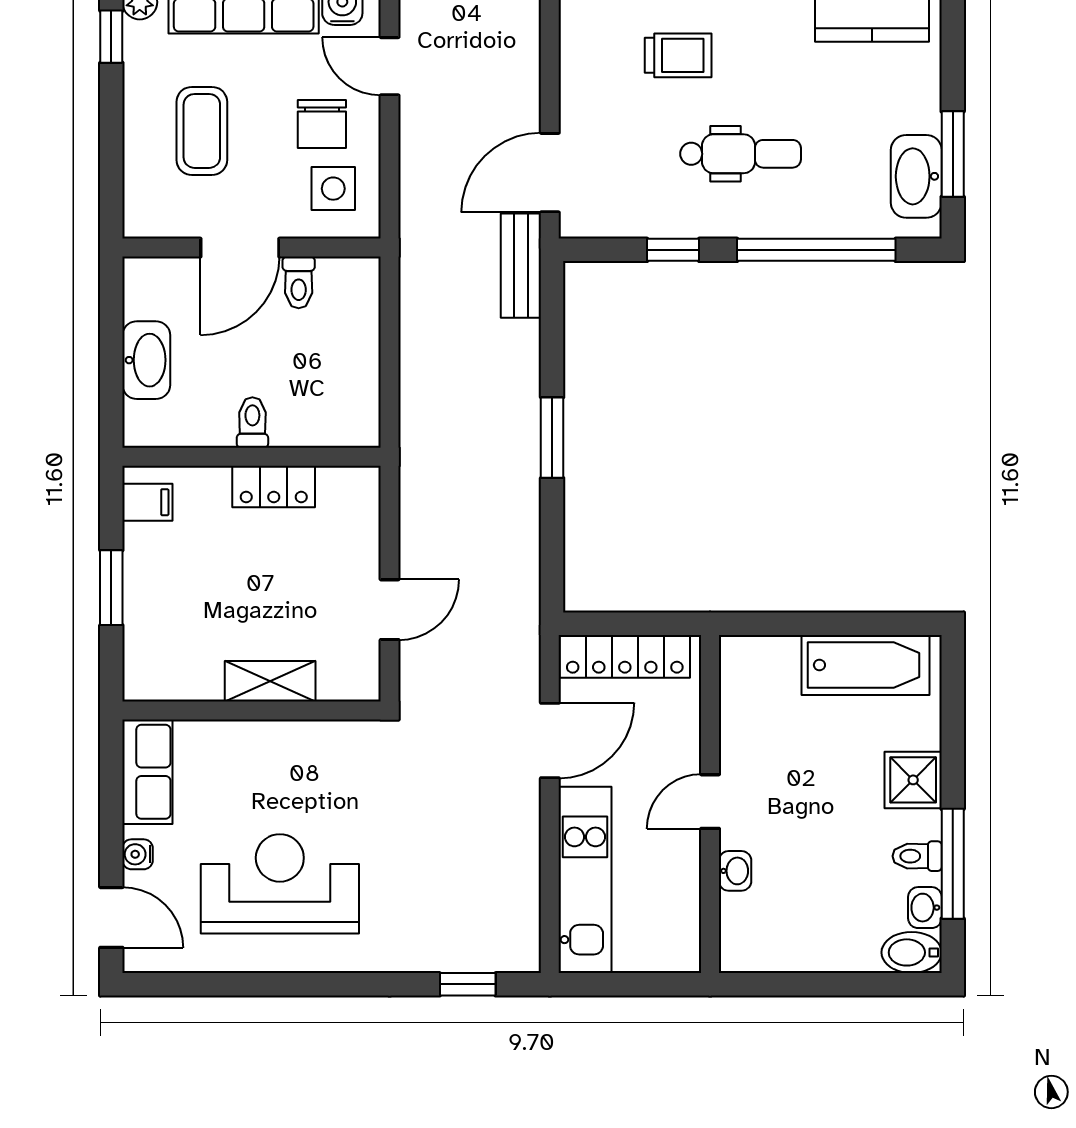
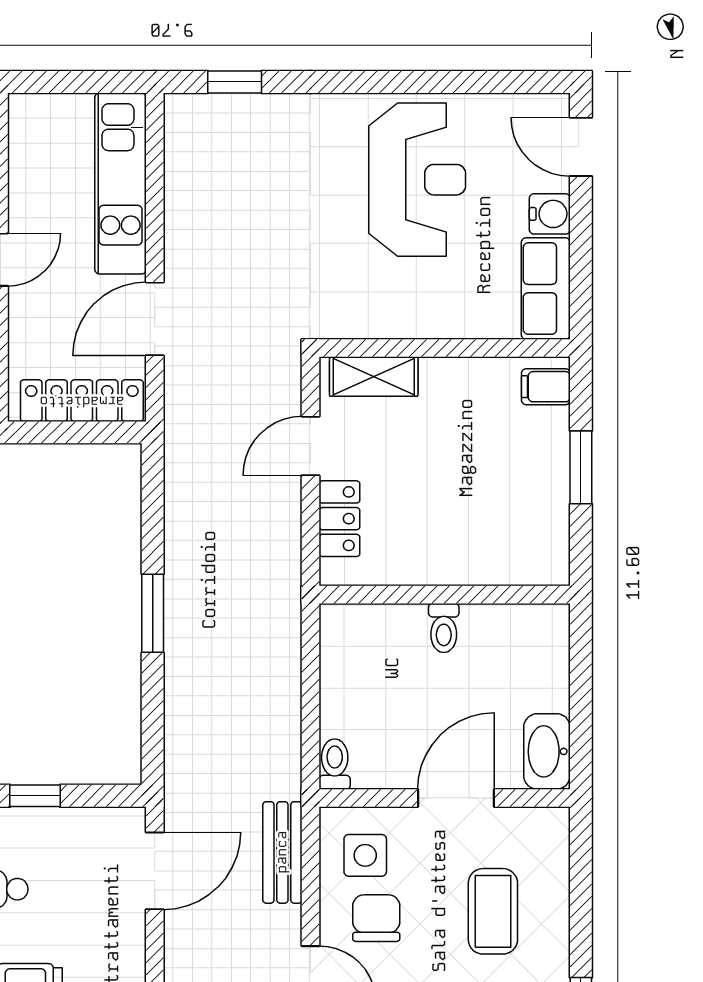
bench: (521, 266) -> (282, 852), moved
toilet: (299, 282) -> (335, 764), moved
washbasin: (146, 360) -> (547, 751), moved
locker: (274, 487) -> (339, 519), moved, turned 90
filing cabinet: (147, 502) -> (546, 387), moved
shelving: (270, 681) -> (374, 376), moved
water cooler: (138, 854) -> (550, 214), width x1.38, depth x1.38
reception desk: (280, 884) -> (417, 180), turned -90

